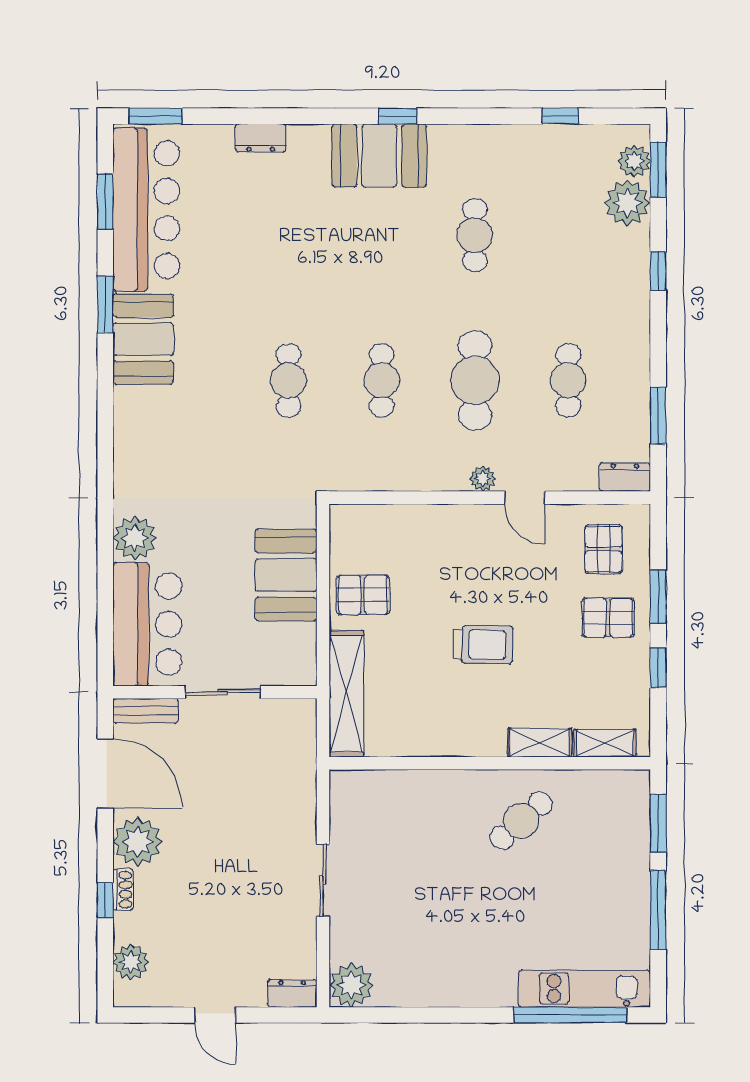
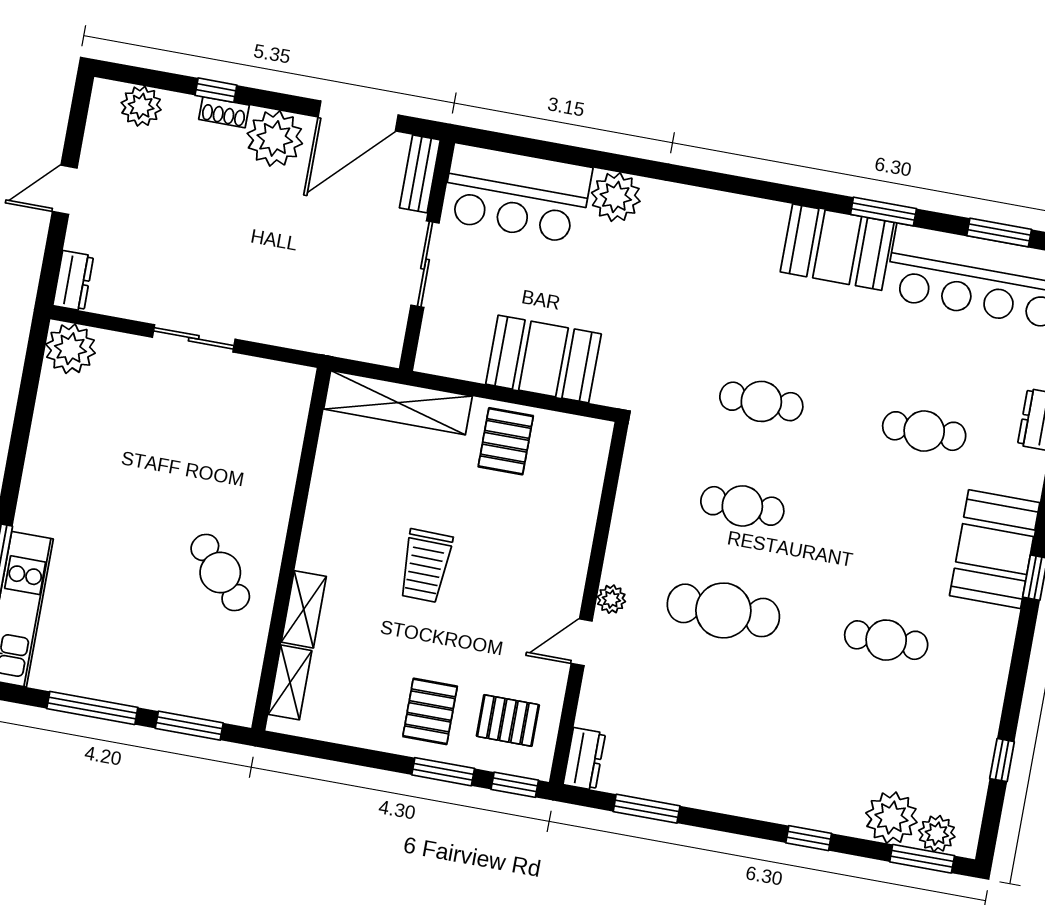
cafe table: (568, 380) -> (924, 431), moved
window: (658, 668) -> (515, 785), moved

